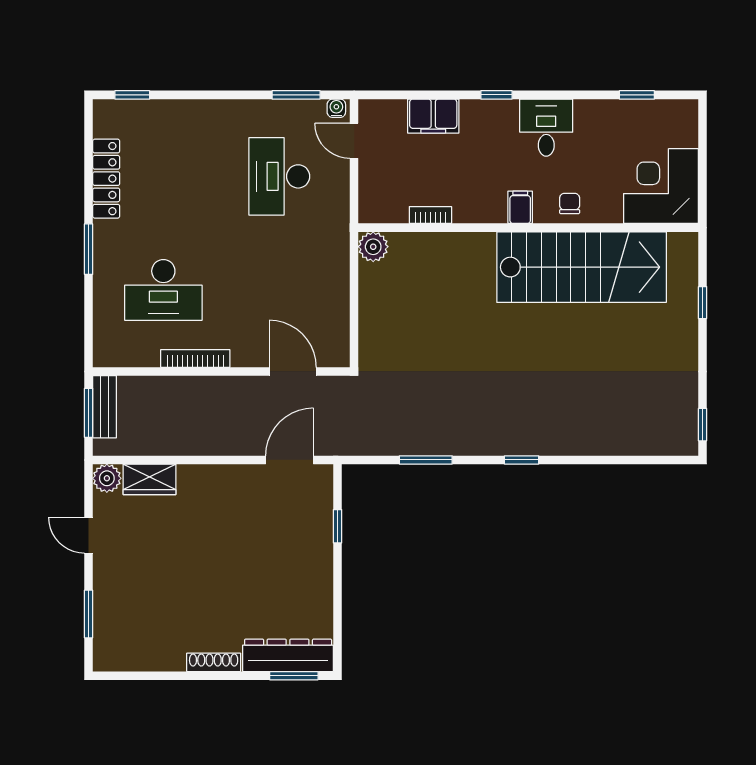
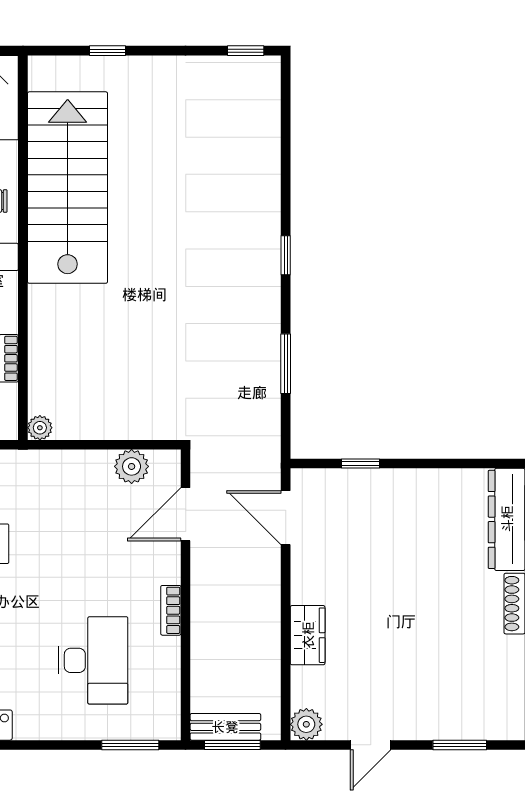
plant: (373, 247) -> (40, 428), width x0.73, depth x0.73
window: (89, 249) -> (130, 745), moved
plant: (335, 324) -> (132, 466), added
bookcase: (195, 358) -> (171, 610), width x0.64
wardrobe: (150, 479) -> (308, 635), moved

